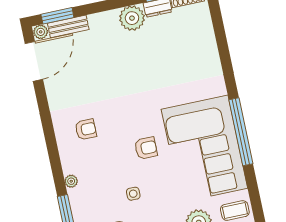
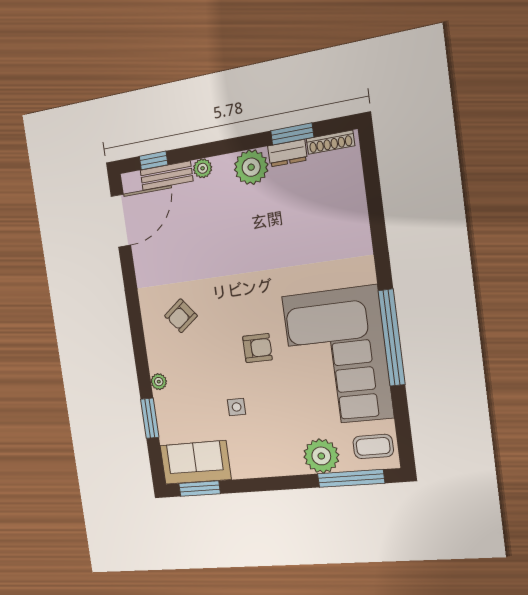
window: (57, 16) -> (154, 161), width x0.67
plant: (41, 32) -> (203, 168), moved
armchair: (86, 129) -> (181, 316), turned 142

